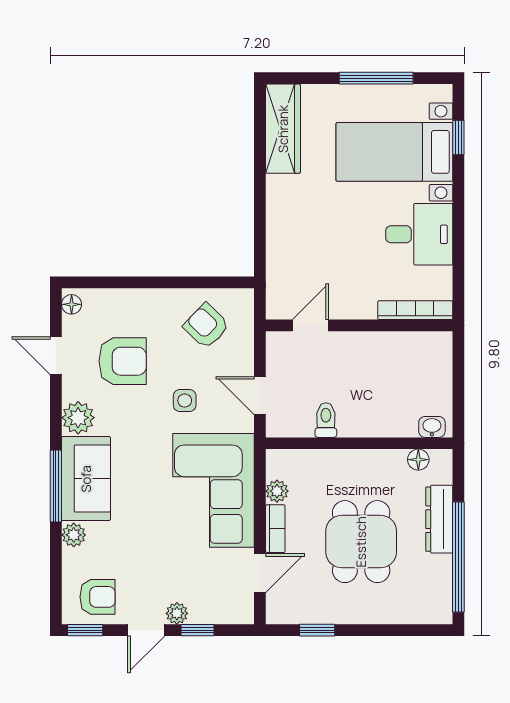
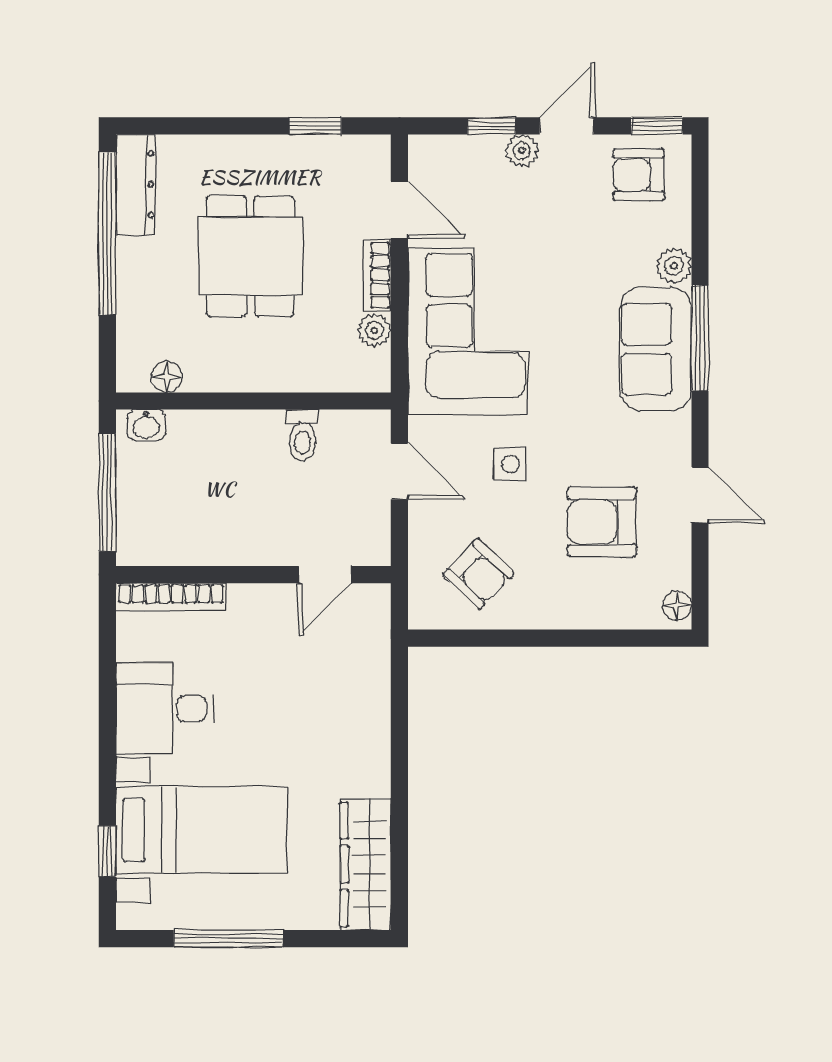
door: (56, 356) -> (700, 495), moved
window: (458, 381) -> (107, 492), added
plant: (78, 418) -> (667, 439), removed
dresser: (439, 519) -> (135, 184), moved
door: (260, 573) -> (399, 210), swing flipped

